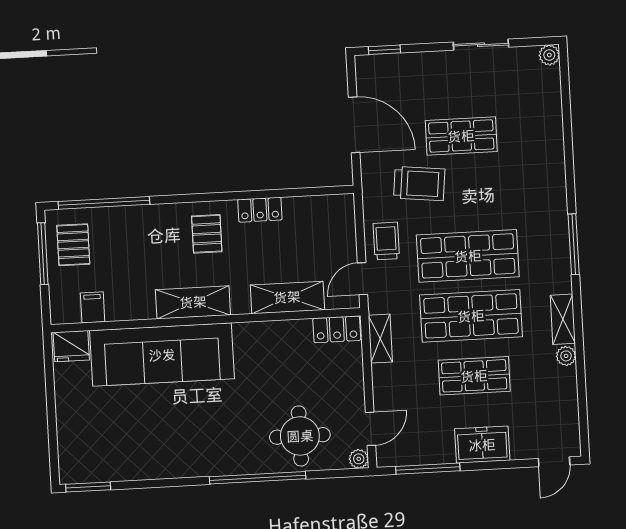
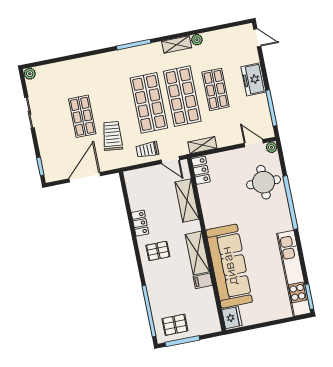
filing cabinet: (93, 307) -> (203, 281), moved
kitchen unit: (133, 465) -> (294, 273), added

